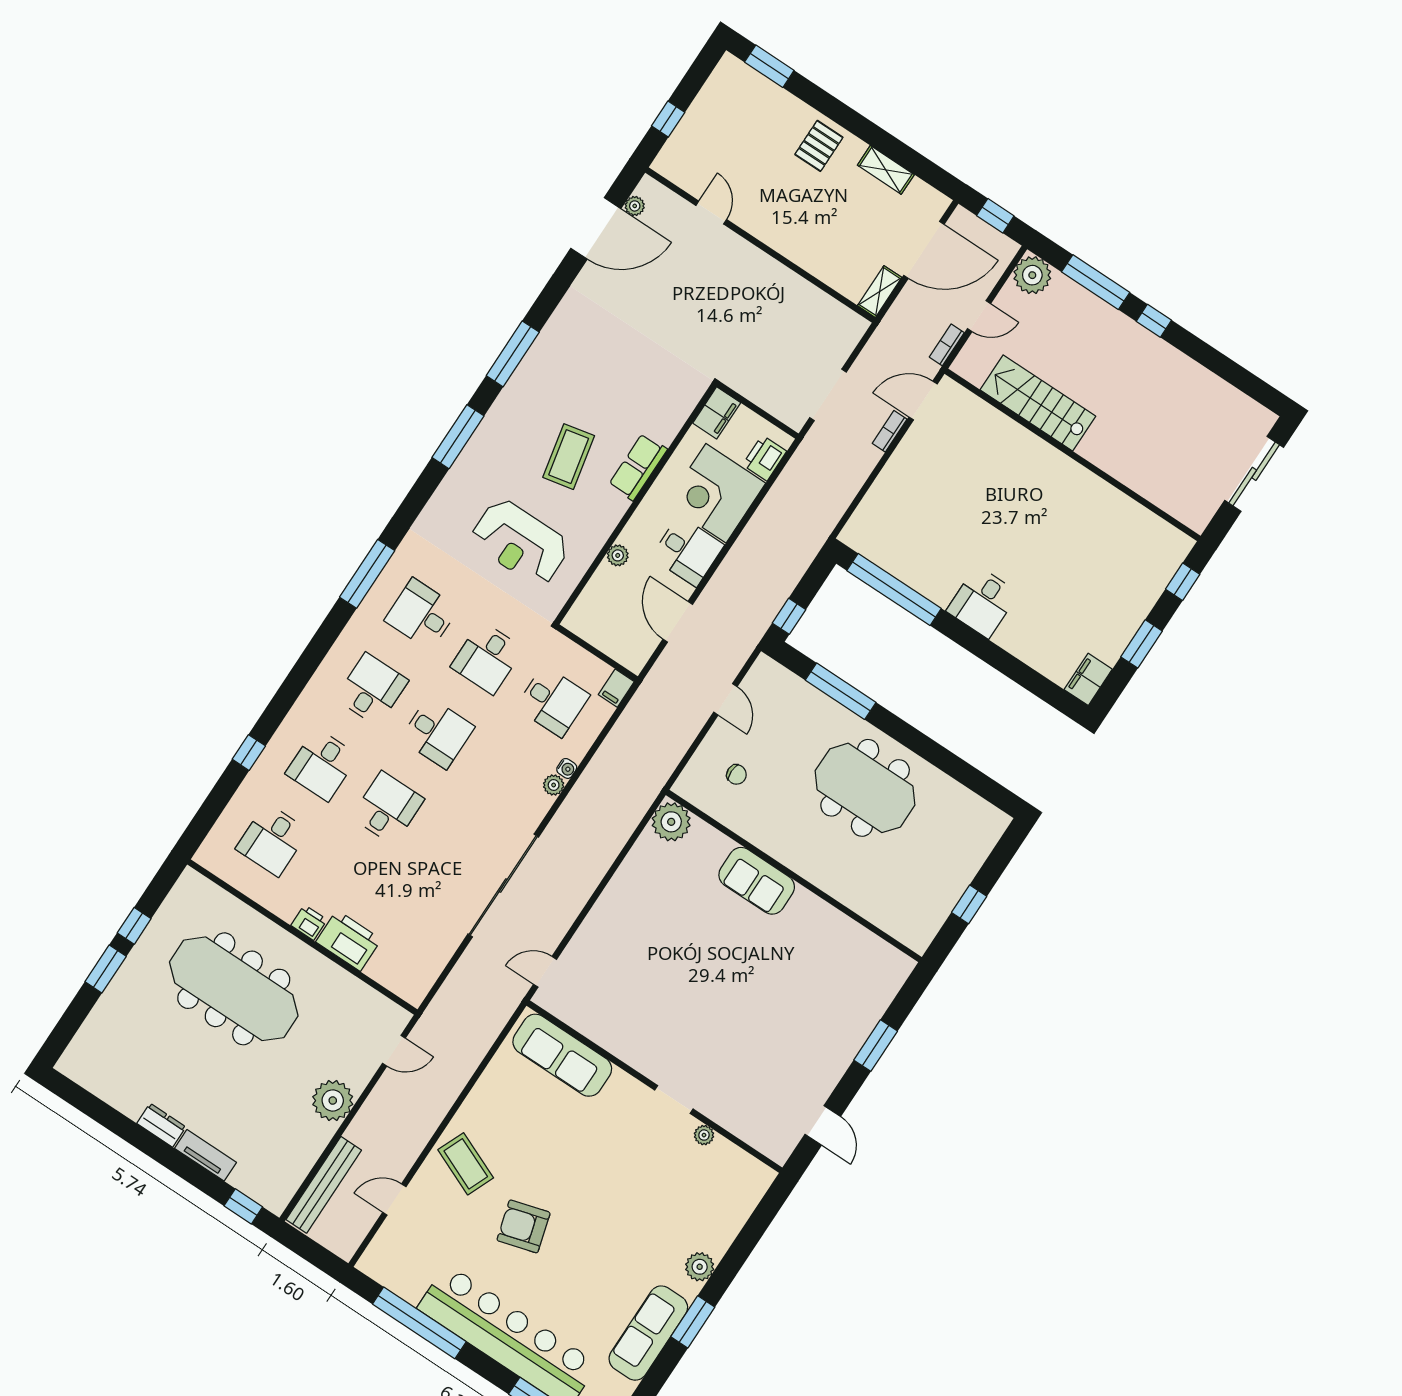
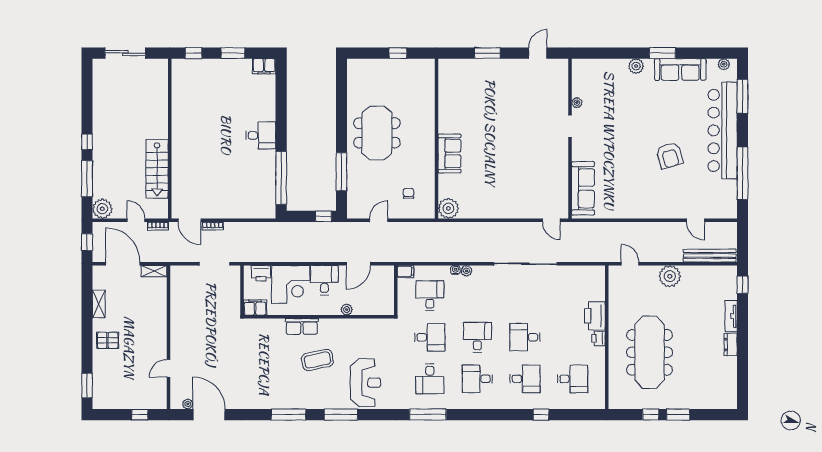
reception desk: (520, 542) -> (365, 383), moved
coffee table: (466, 1164) -> (659, 199), removed

